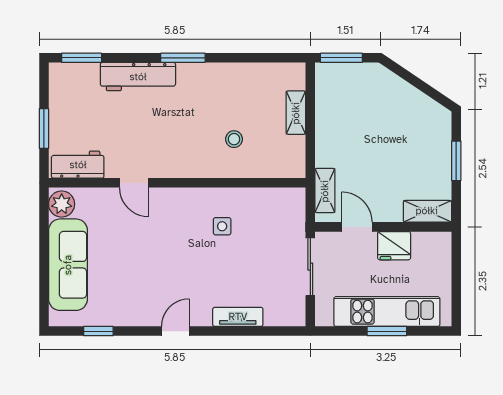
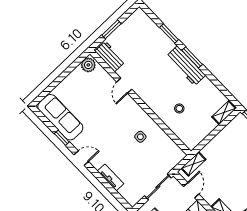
window: (82, 58) -> (169, 33), moved
workbench: (138, 77) -> (186, 66), moved
shelving: (296, 113) -> (224, 113), moved
sofa: (68, 265) -> (60, 117), moved, turned -90
window: (98, 331) -> (62, 138), moved

